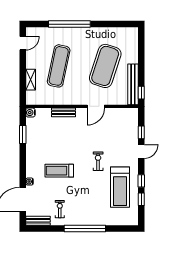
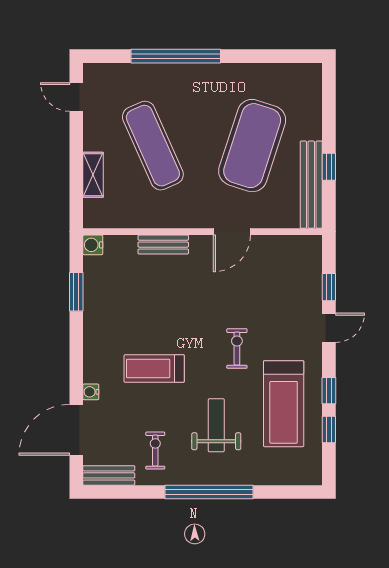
door: (23, 43) -> (76, 97), swing flipped
exercise mat: (59, 66) -> (153, 146), turned -36
window: (141, 93) -> (329, 167), moved
weight bench: (88, 197) -> (216, 425), added

